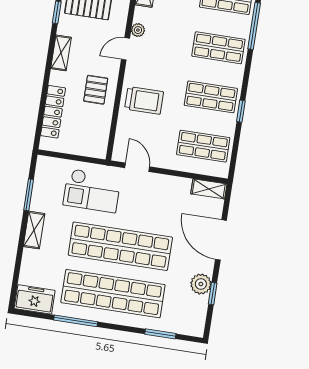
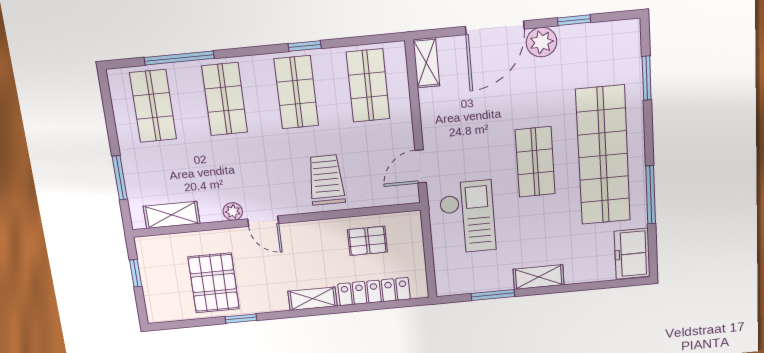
shelving: (61, 53) -> (313, 299), moved
pallet: (96, 90) -> (367, 241), moved
shop shelf: (120, 246) -> (535, 162), width x0.50, depth x0.74
plant: (201, 284) -> (541, 42), moved

